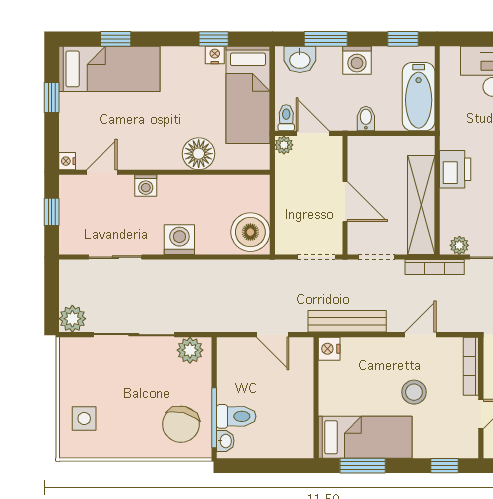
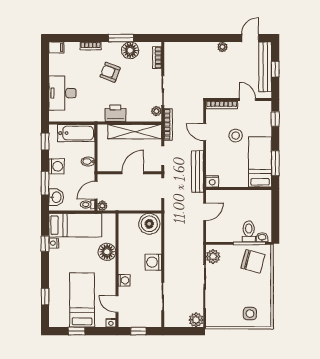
bed: (109, 69) -> (82, 300), moved

